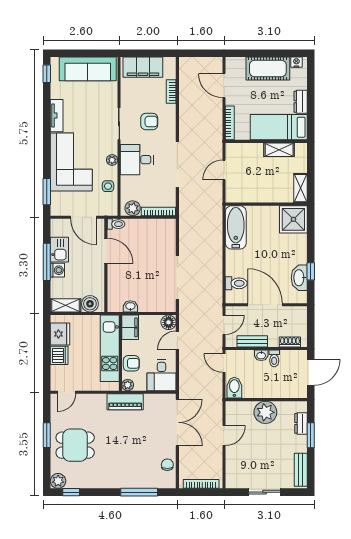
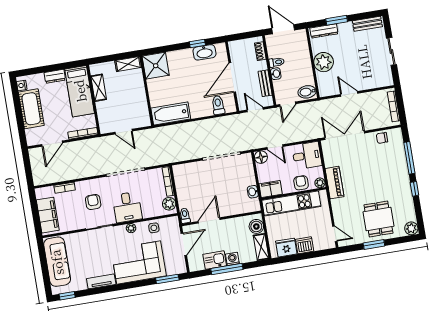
dresser: (301, 423) -> (324, 31), width x1.44
window: (71, 492) -> (414, 189), moved

